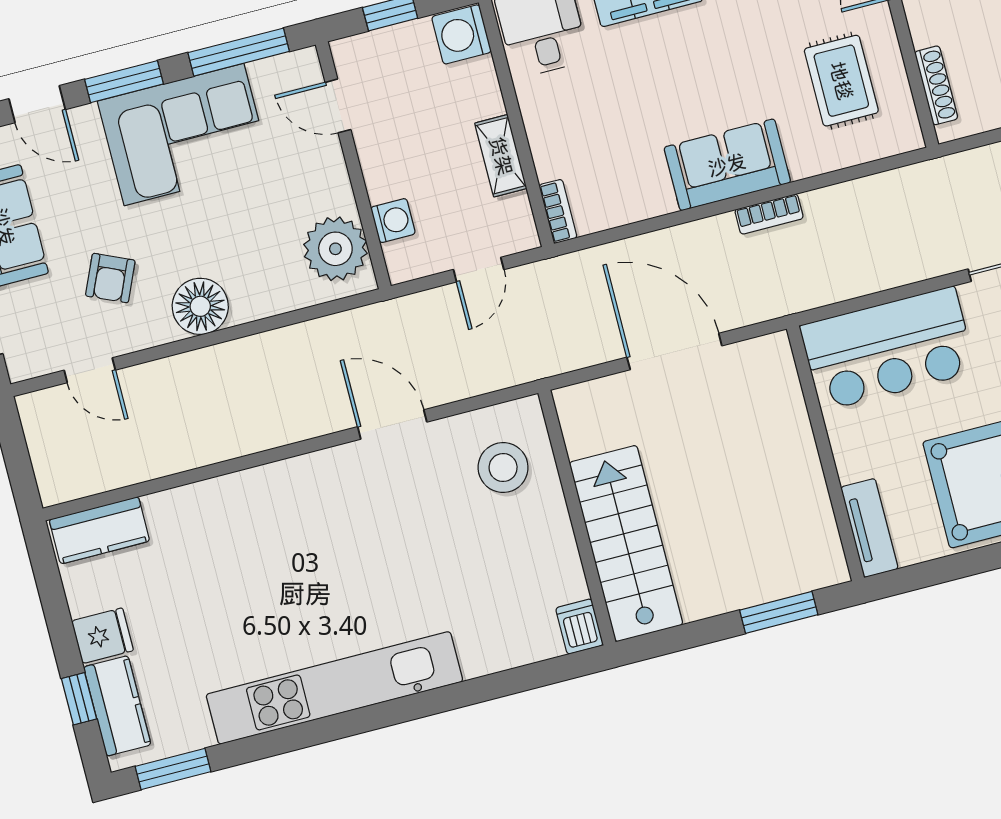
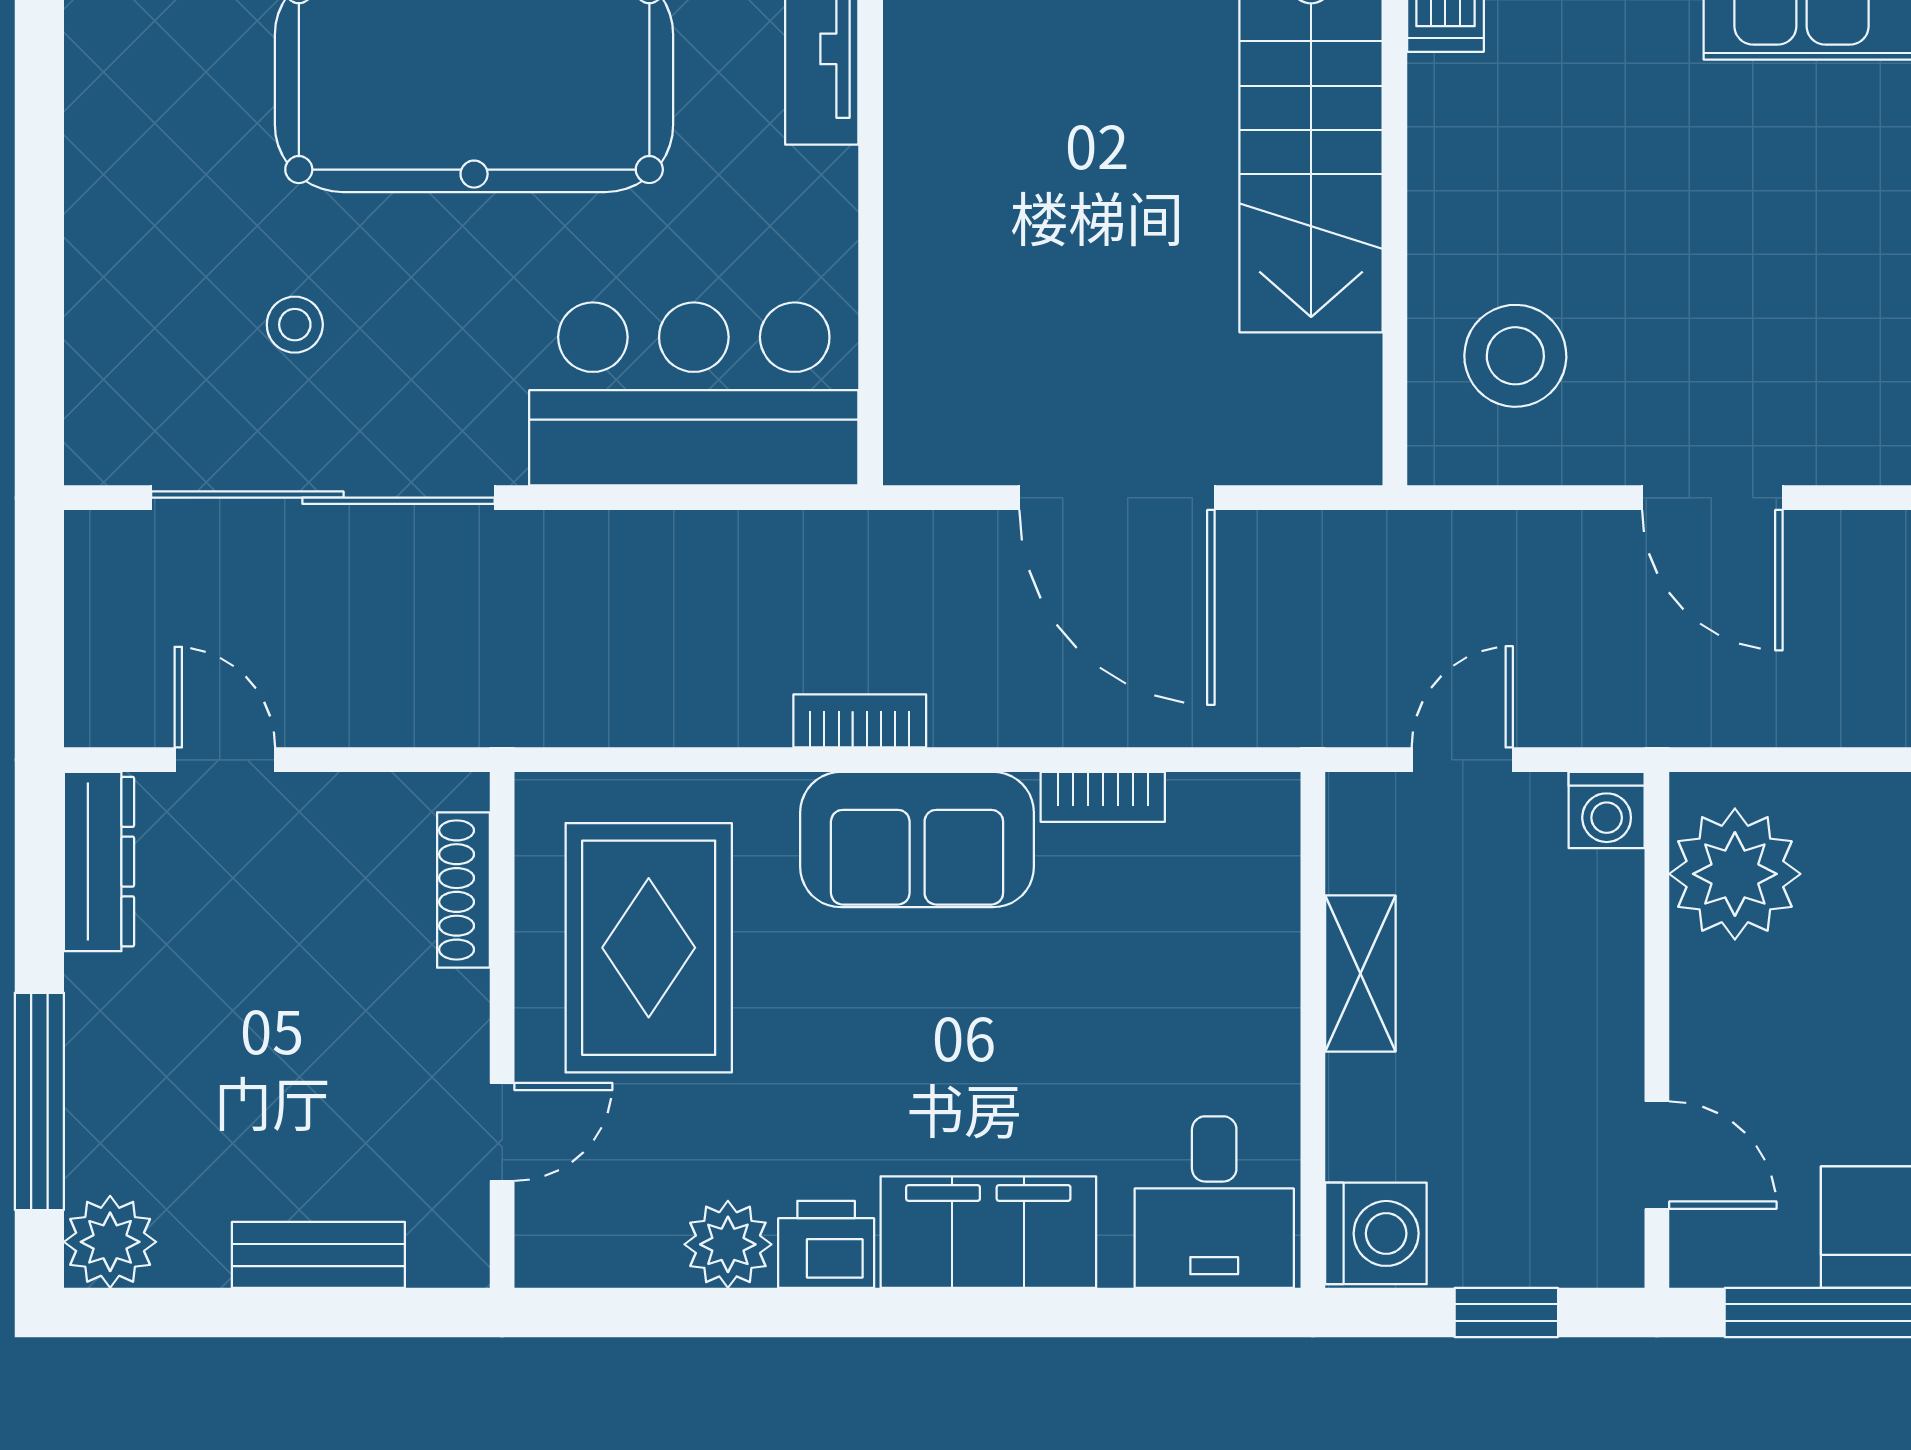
rug: (841, 81) -> (649, 948), width x1.36, depth x1.43
bookcase: (558, 211) -> (1103, 797), moved, turned -90
washing machine: (393, 221) -> (1607, 810), moved, turned -90

